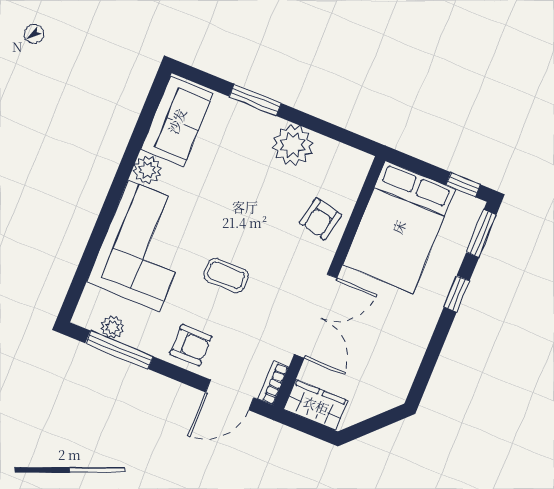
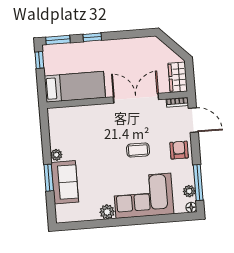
sofa: (177, 121) -> (65, 182), moved, turned 90
plant: (293, 145) -> (56, 155), width x0.53, depth x0.53
armchair: (320, 219) -> (89, 119), removed
bed: (399, 227) -> (75, 87), width x0.67
coffee table: (226, 275) -> (138, 150), turned 90
floor lamp: (83, 317) -> (191, 207), added

